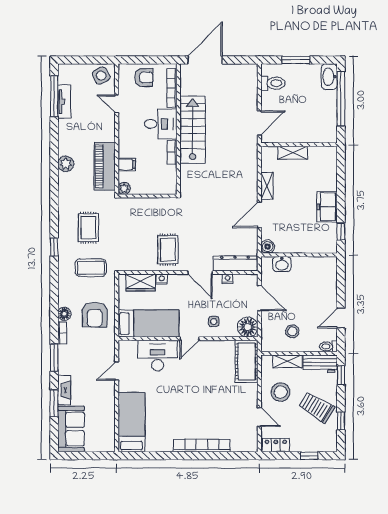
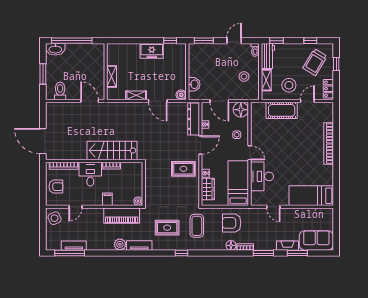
armchair: (144, 77) -> (56, 187), turned 90
stairs: (193, 130) -> (112, 150), moved
filing cabinet: (127, 165) -> (107, 199), moved
tv unit: (64, 190) -> (139, 245), added
window: (341, 277) -> (204, 41), added
door: (259, 298) -> (219, 101), swing flipped
armchair: (95, 315) -> (232, 223), turned 180
door: (341, 318) -> (234, 41), swing flipped
cot: (247, 361) -> (282, 110), moved
trolley: (317, 407) -> (315, 62), moved

